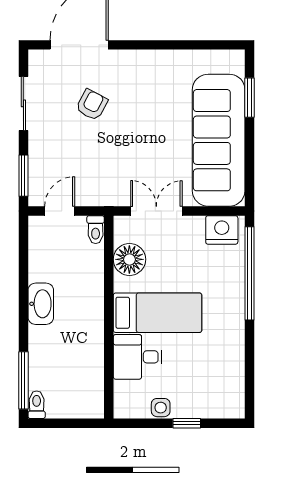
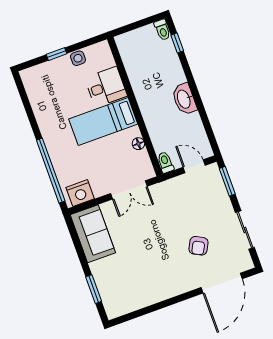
sofa: (219, 140) -> (93, 234), width x0.54, depth x0.79
door: (60, 211) -> (194, 166), swing flipped
floor lamp: (129, 259) -> (138, 144), width x0.53, depth x0.53
window: (23, 380) -> (177, 43), width x0.46

